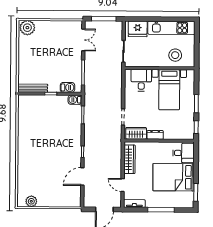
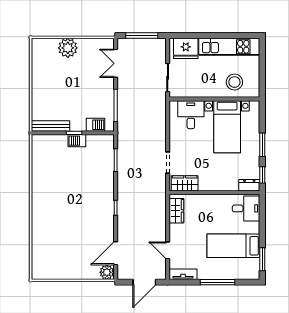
plant: (27, 28) -> (68, 48), moved
double door: (83, 40) -> (116, 63), swing flipped
barbecue: (75, 100) -> (77, 141), moved
dresser: (155, 135) -> (249, 185), moved
wardrobe: (130, 159) -> (176, 211), width x0.67
door: (82, 176) -> (116, 253), moved
bed: (173, 177) -> (233, 246), width x0.67
plant: (31, 201) -> (107, 272), moved

